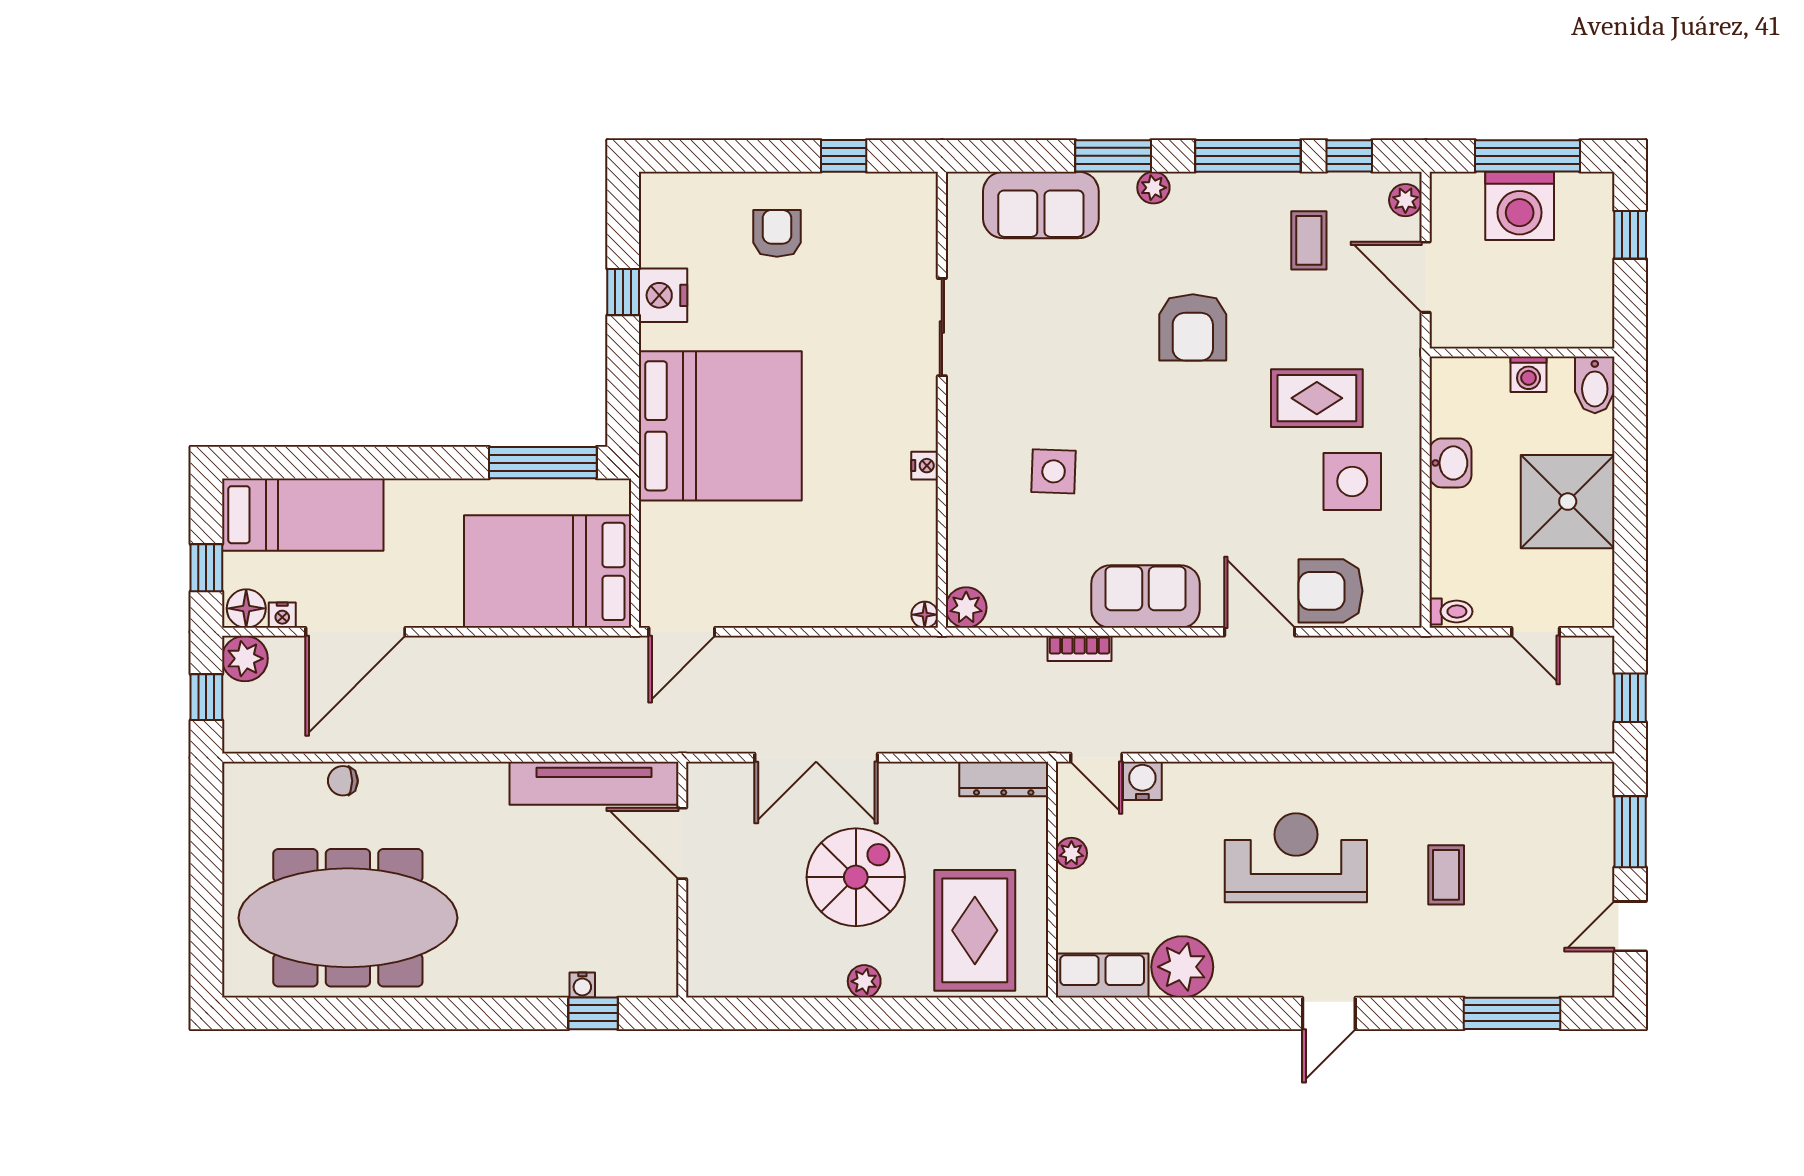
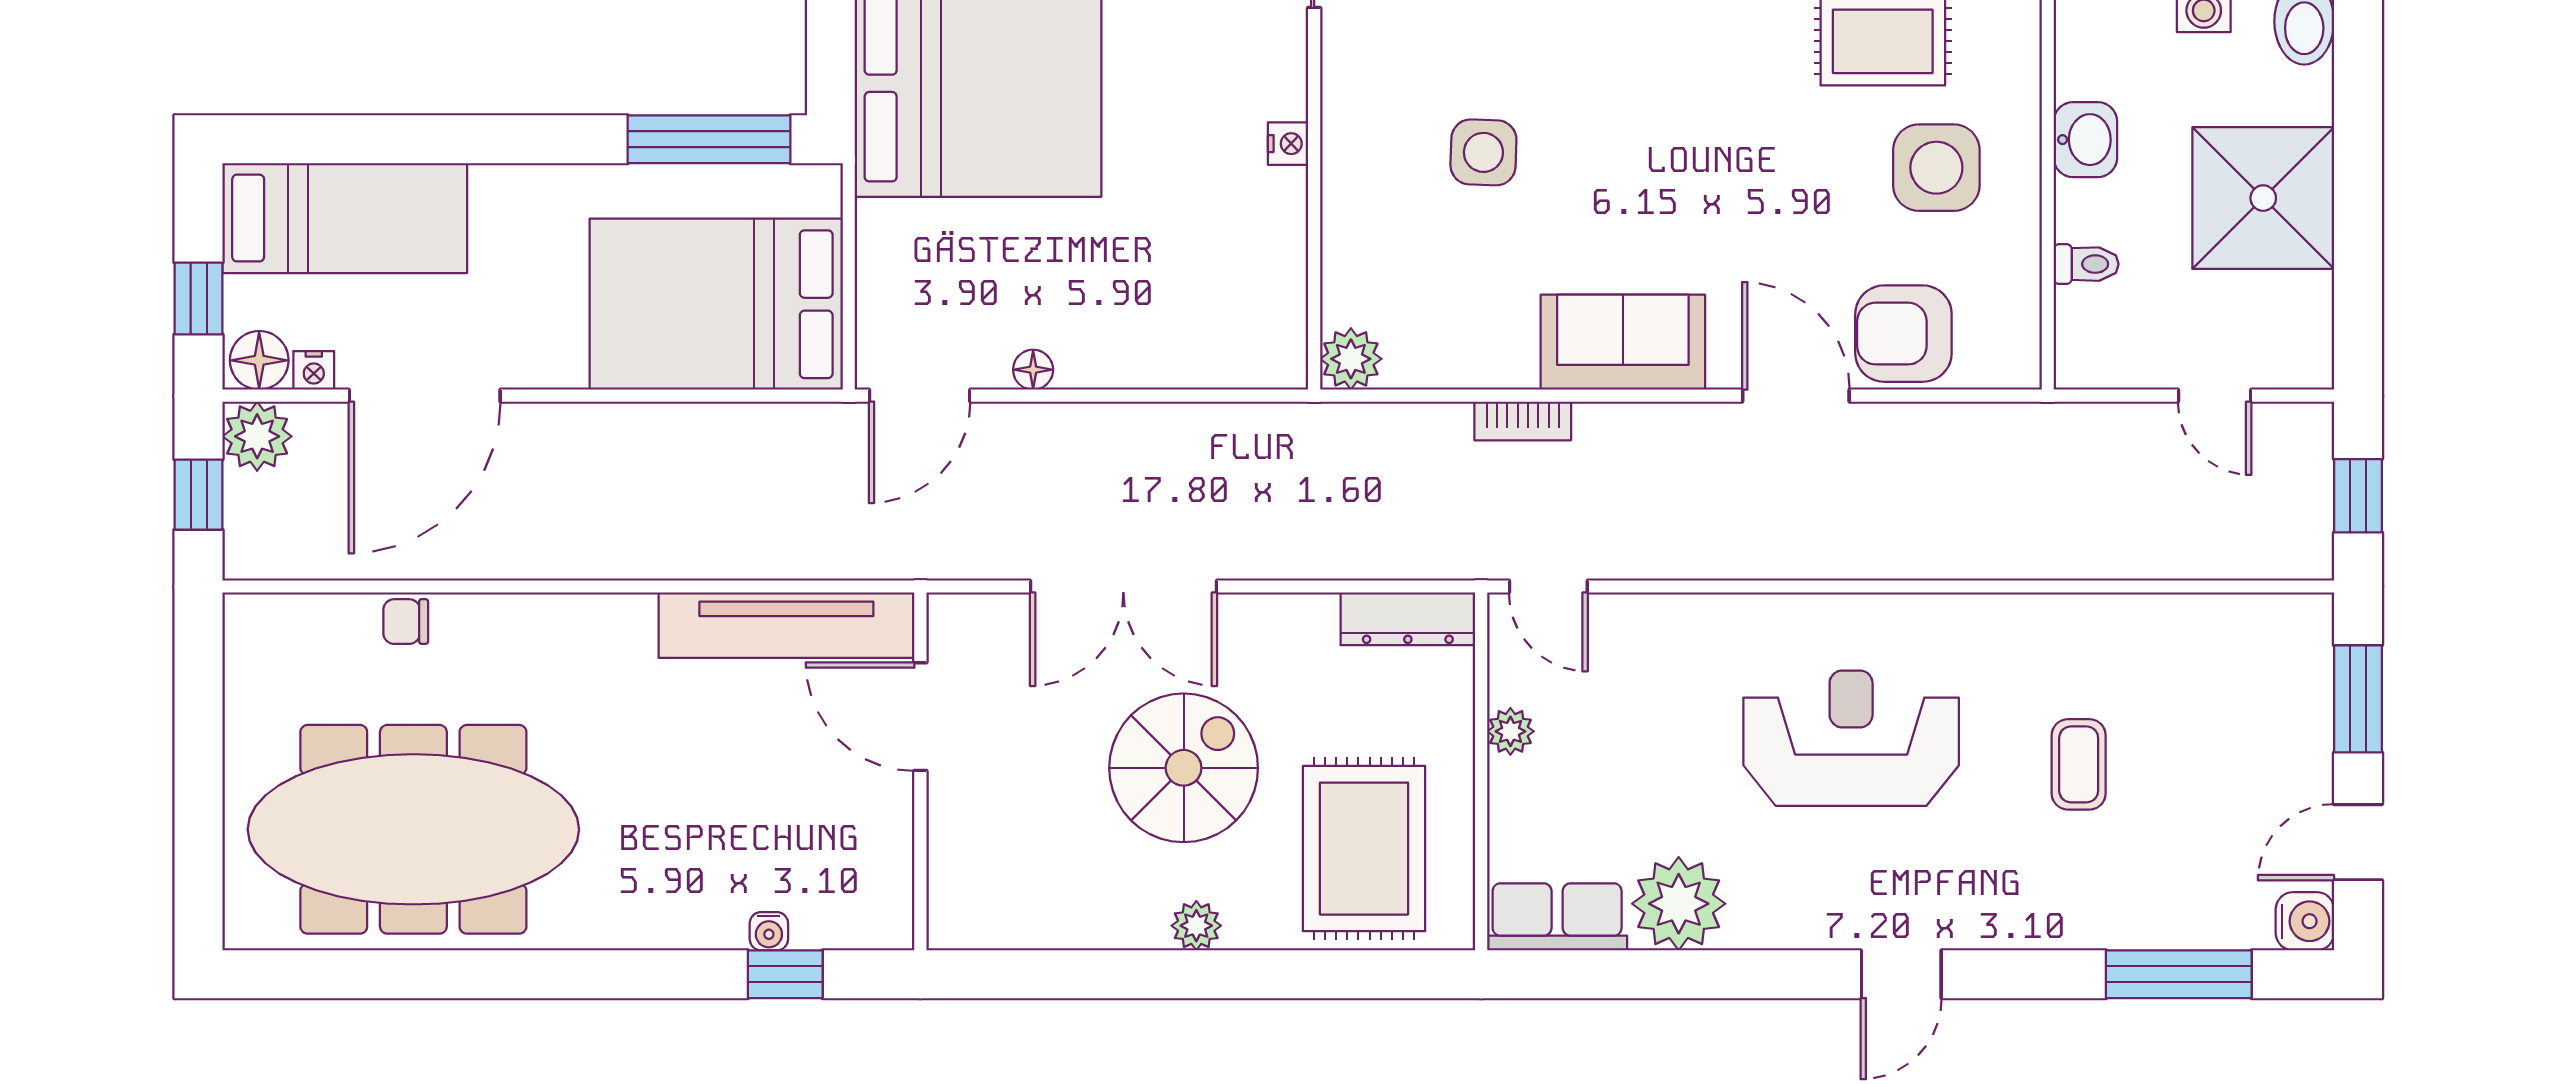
toilet: (1451, 612) -> (2086, 264), moved
floor lamp: (925, 615) -> (1033, 370), moved
water cooler: (1142, 781) -> (2305, 921), moved, turned 90

